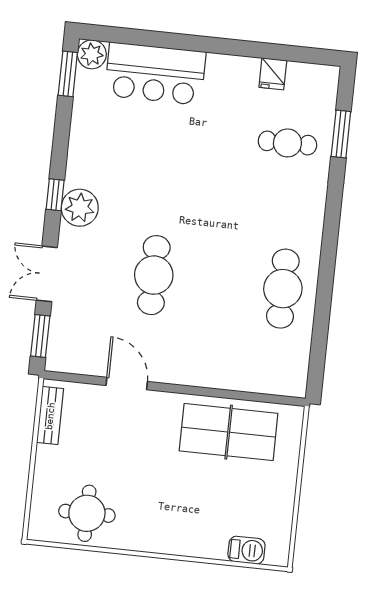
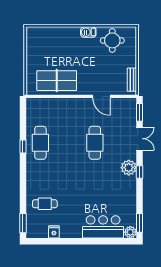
window: (341, 134) -> (23, 223), moved
window: (325, 284) -> (23, 146), added
barbecue: (246, 550) -> (88, 32), moved

